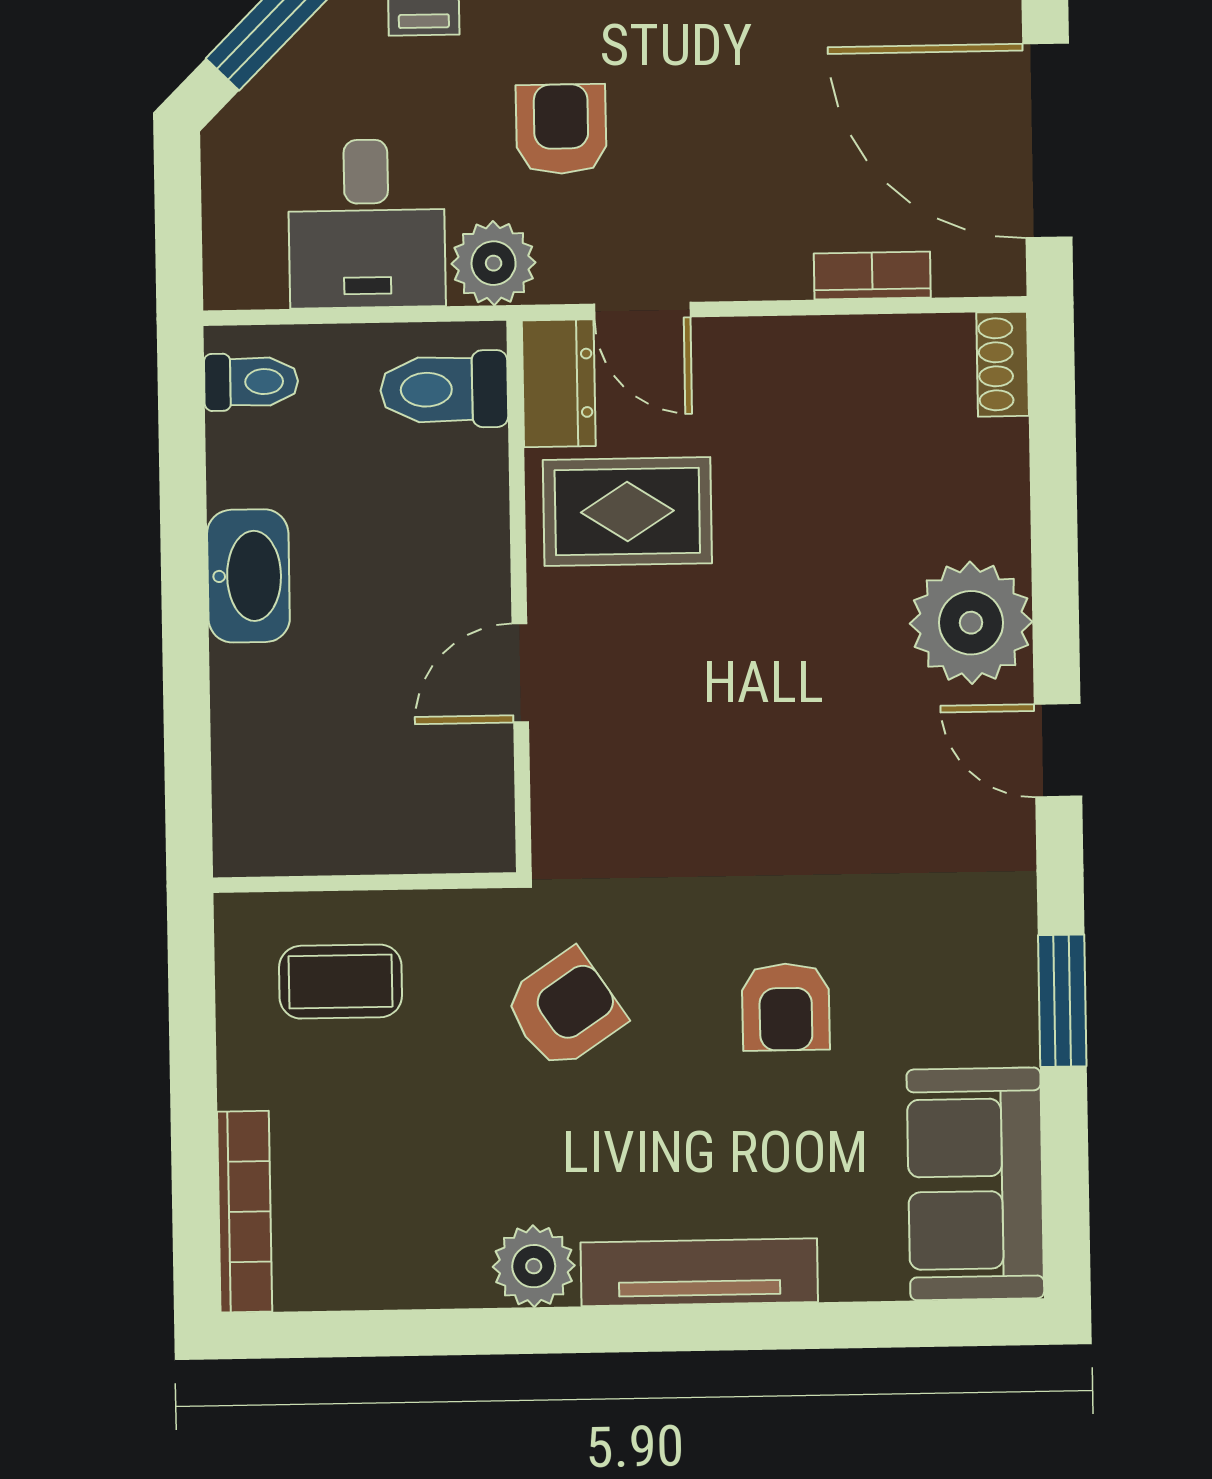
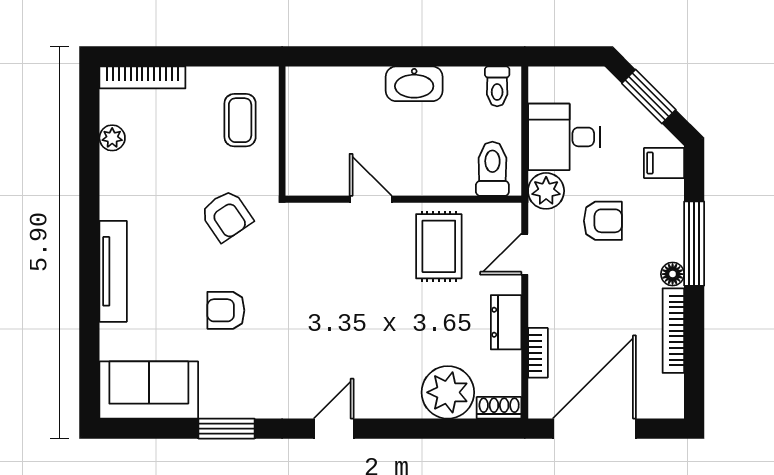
dresser: (559, 383) -> (506, 322), moved, turned 90
plant: (971, 623) -> (448, 392), moved
plant: (534, 1266) -> (112, 138), moved, width x0.73, depth x0.73

